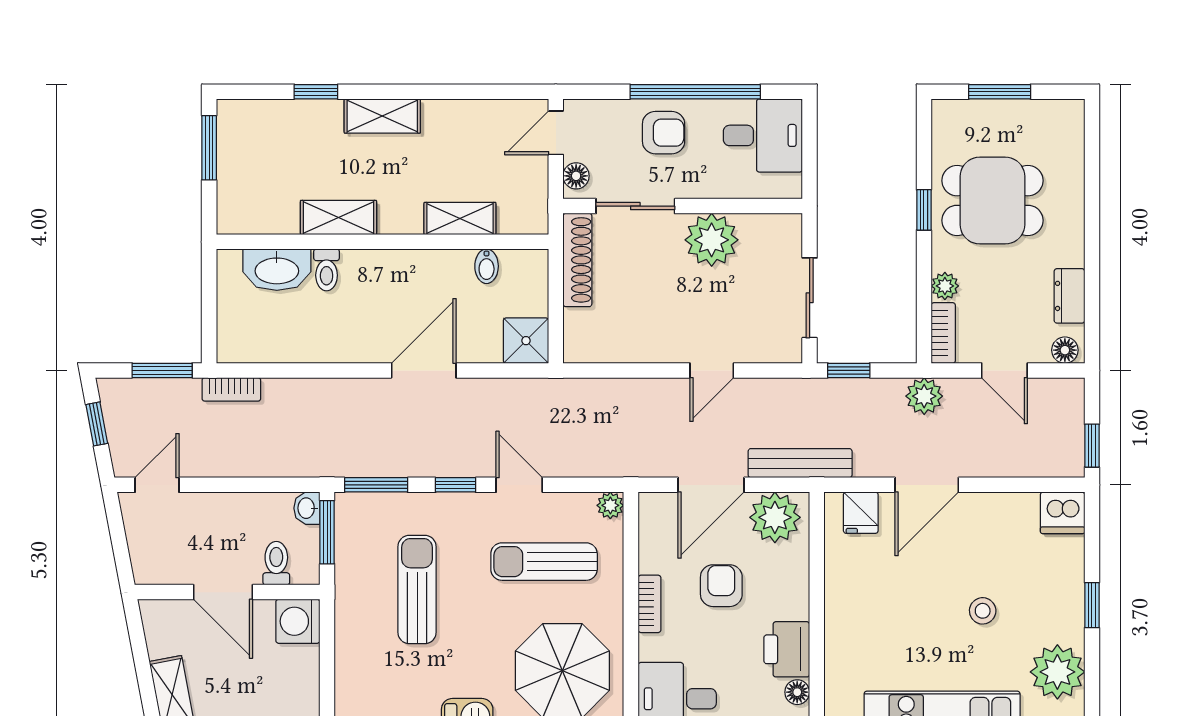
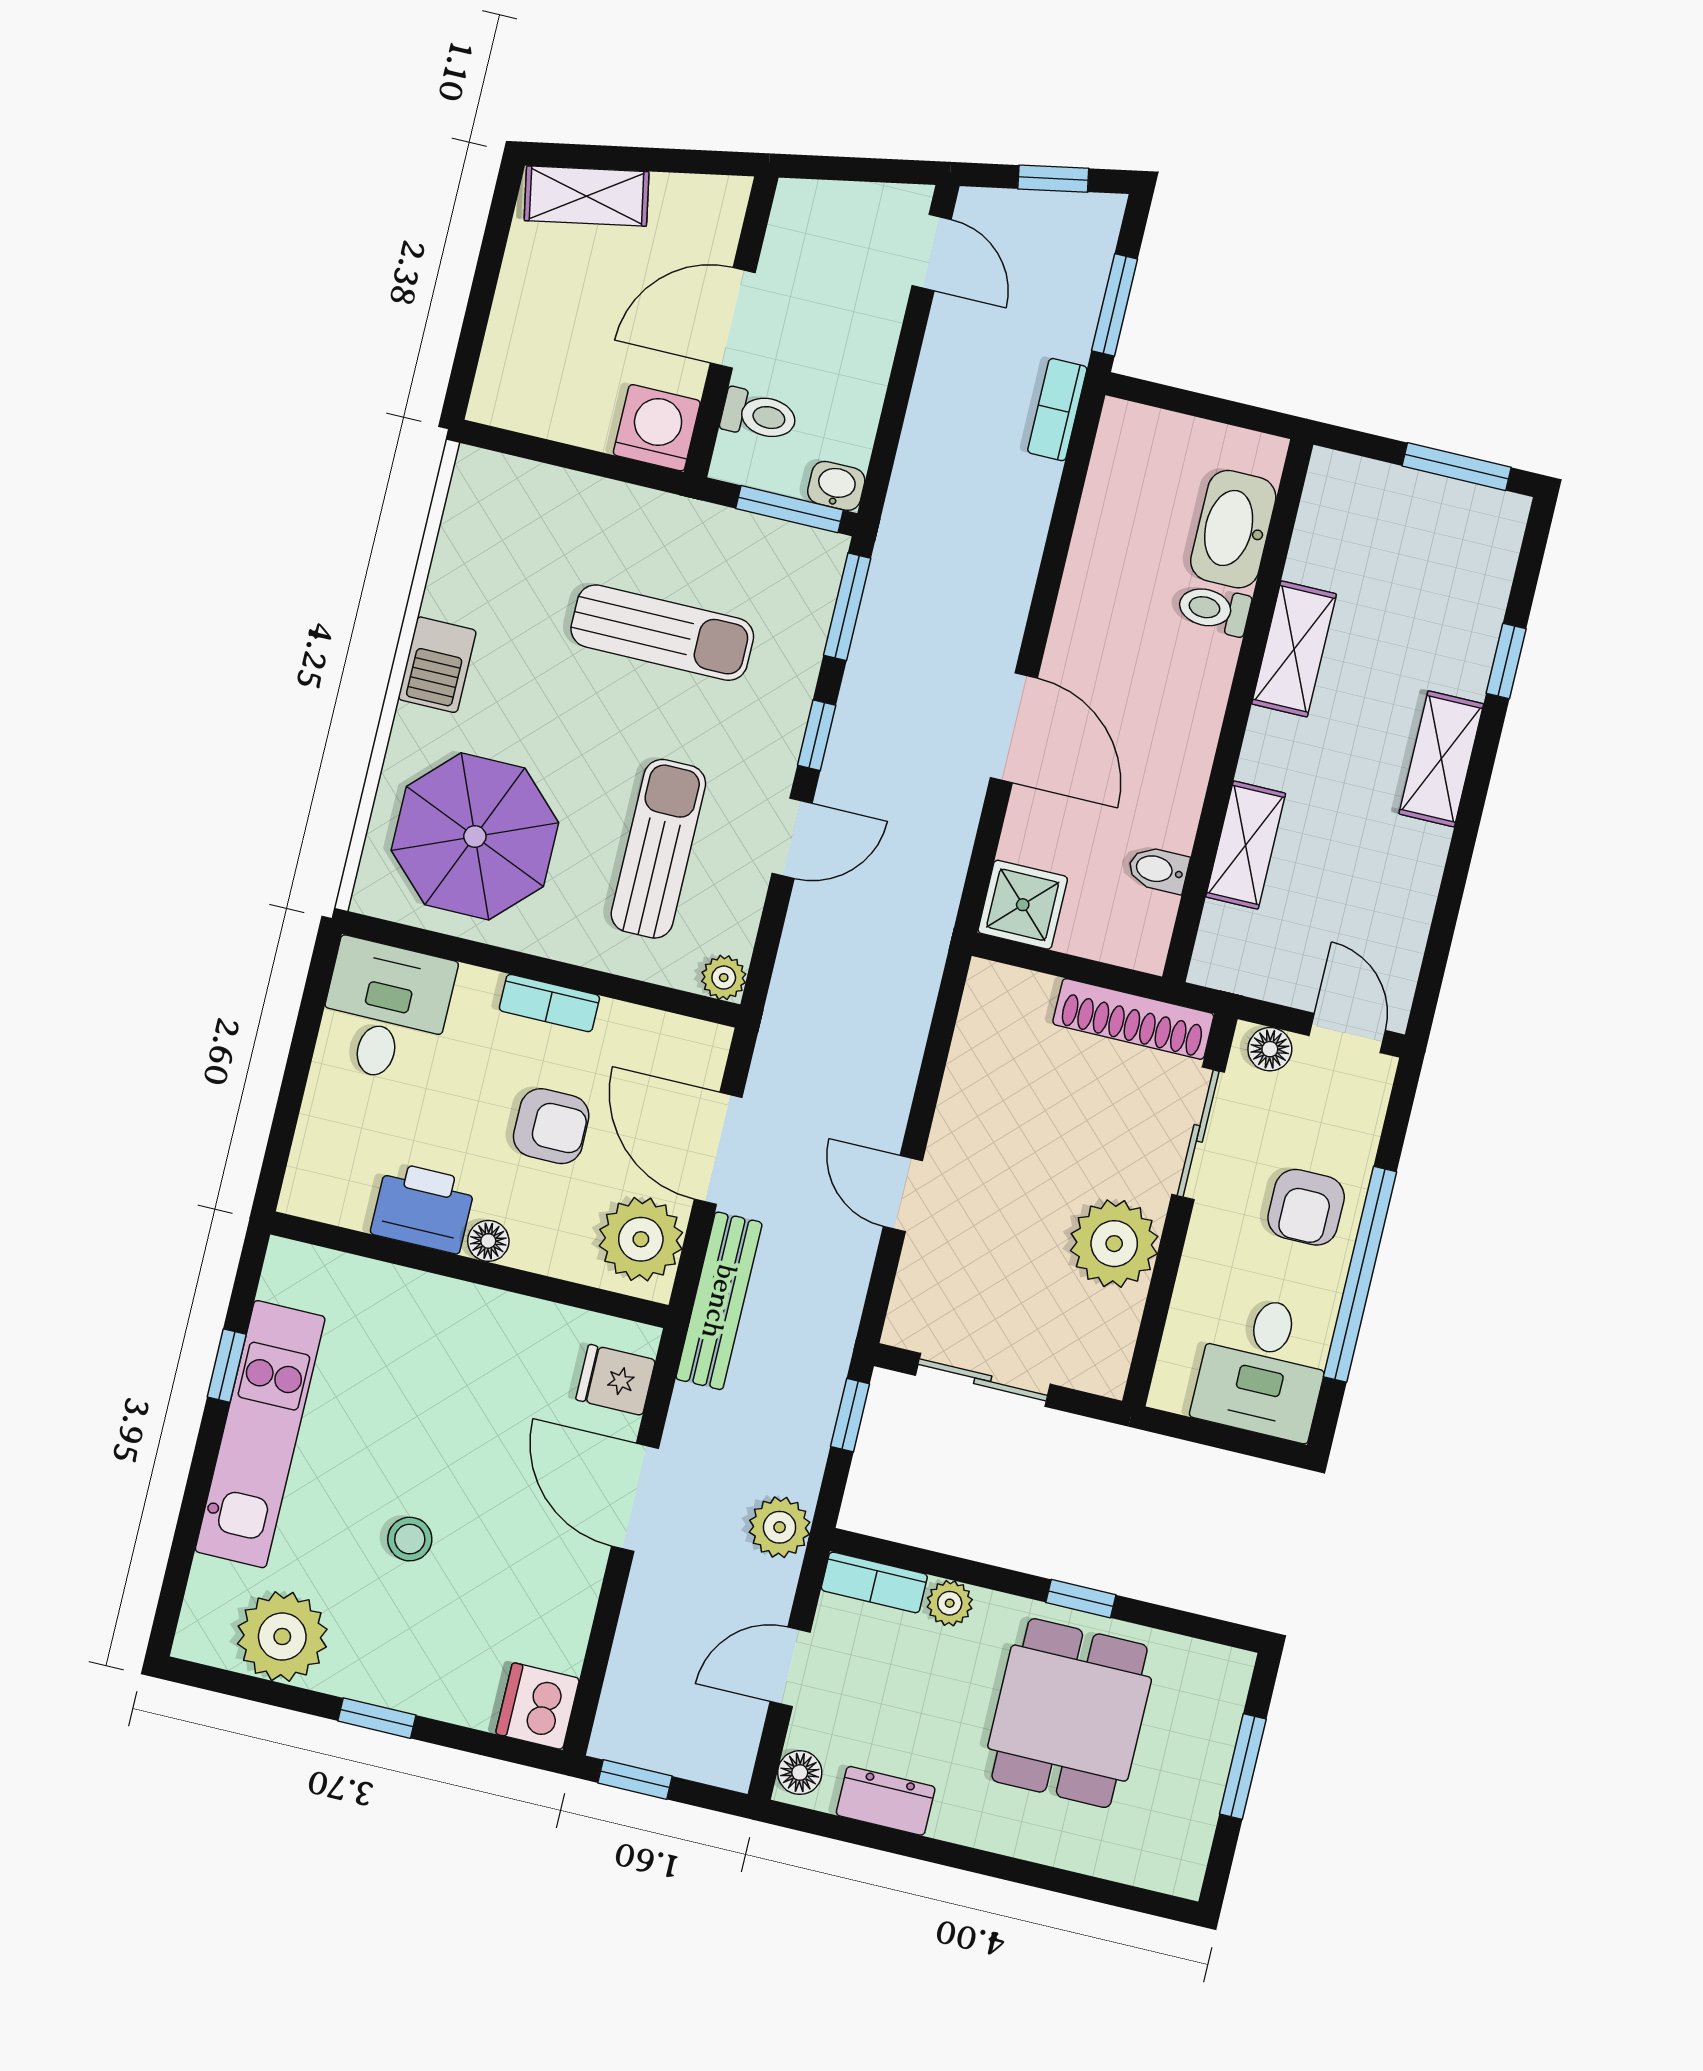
floor lamp: (797, 692) -> (488, 1241), moved

